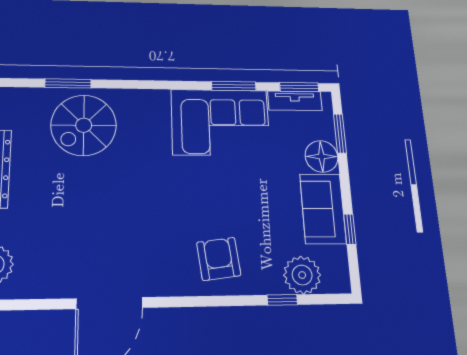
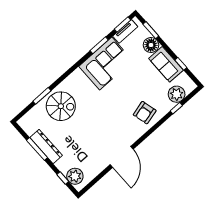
spiral stairs: (84, 125) -> (61, 106), turned -90
armchair: (219, 259) -> (145, 113), turned -97

